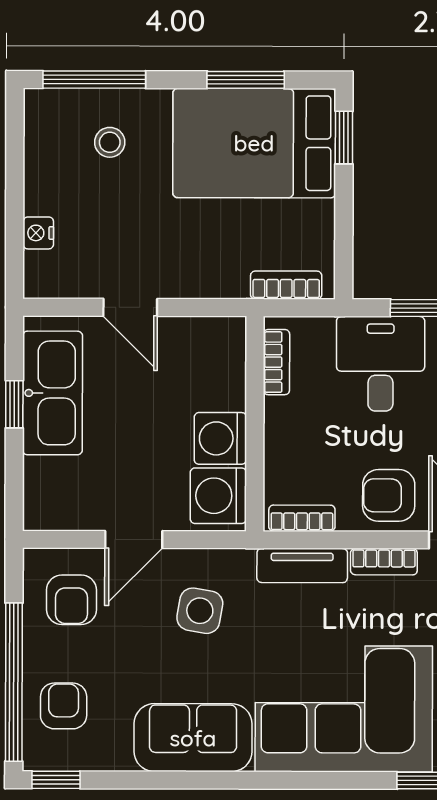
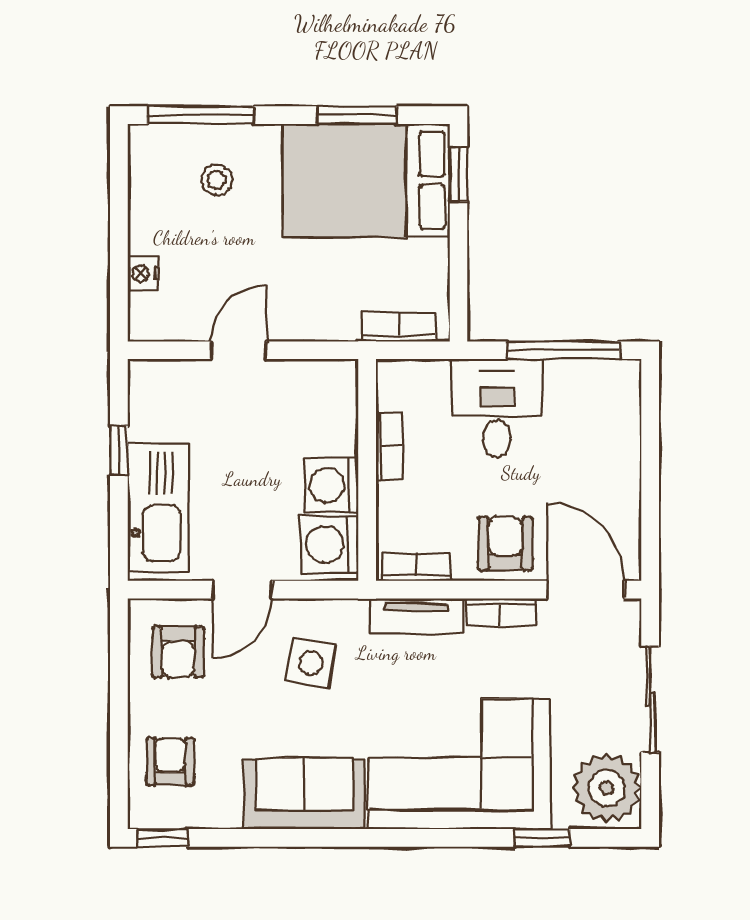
door: (130, 307) -> (238, 350), swing flipped
bookcase: (276, 362) -> (389, 446), moved
kitchen sink: (53, 393) -> (158, 507), moved
armchair: (389, 495) -> (505, 544), turned 90
window: (14, 682) -> (119, 737), removed

